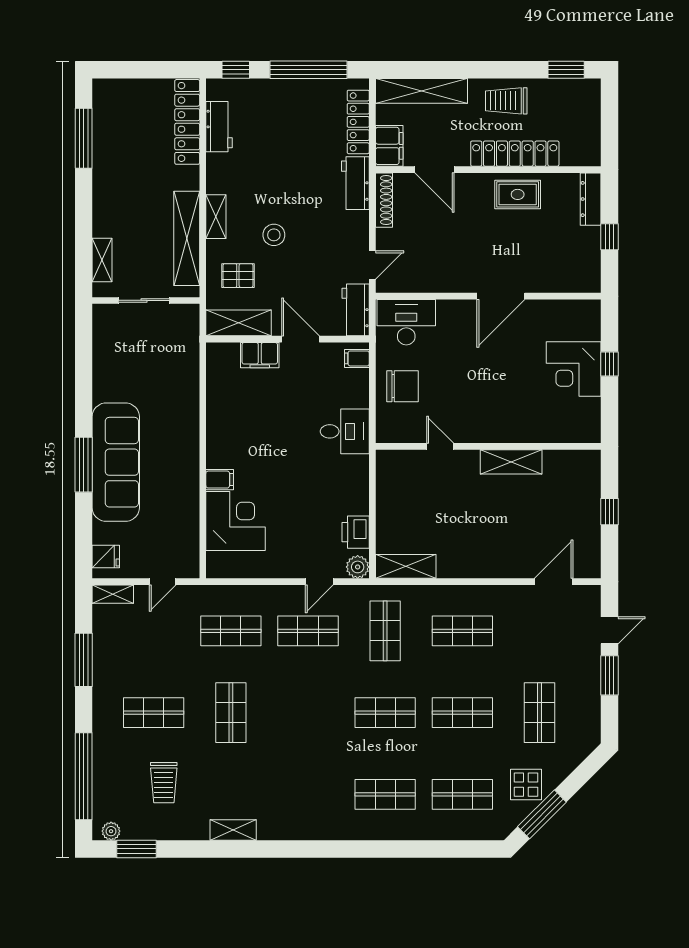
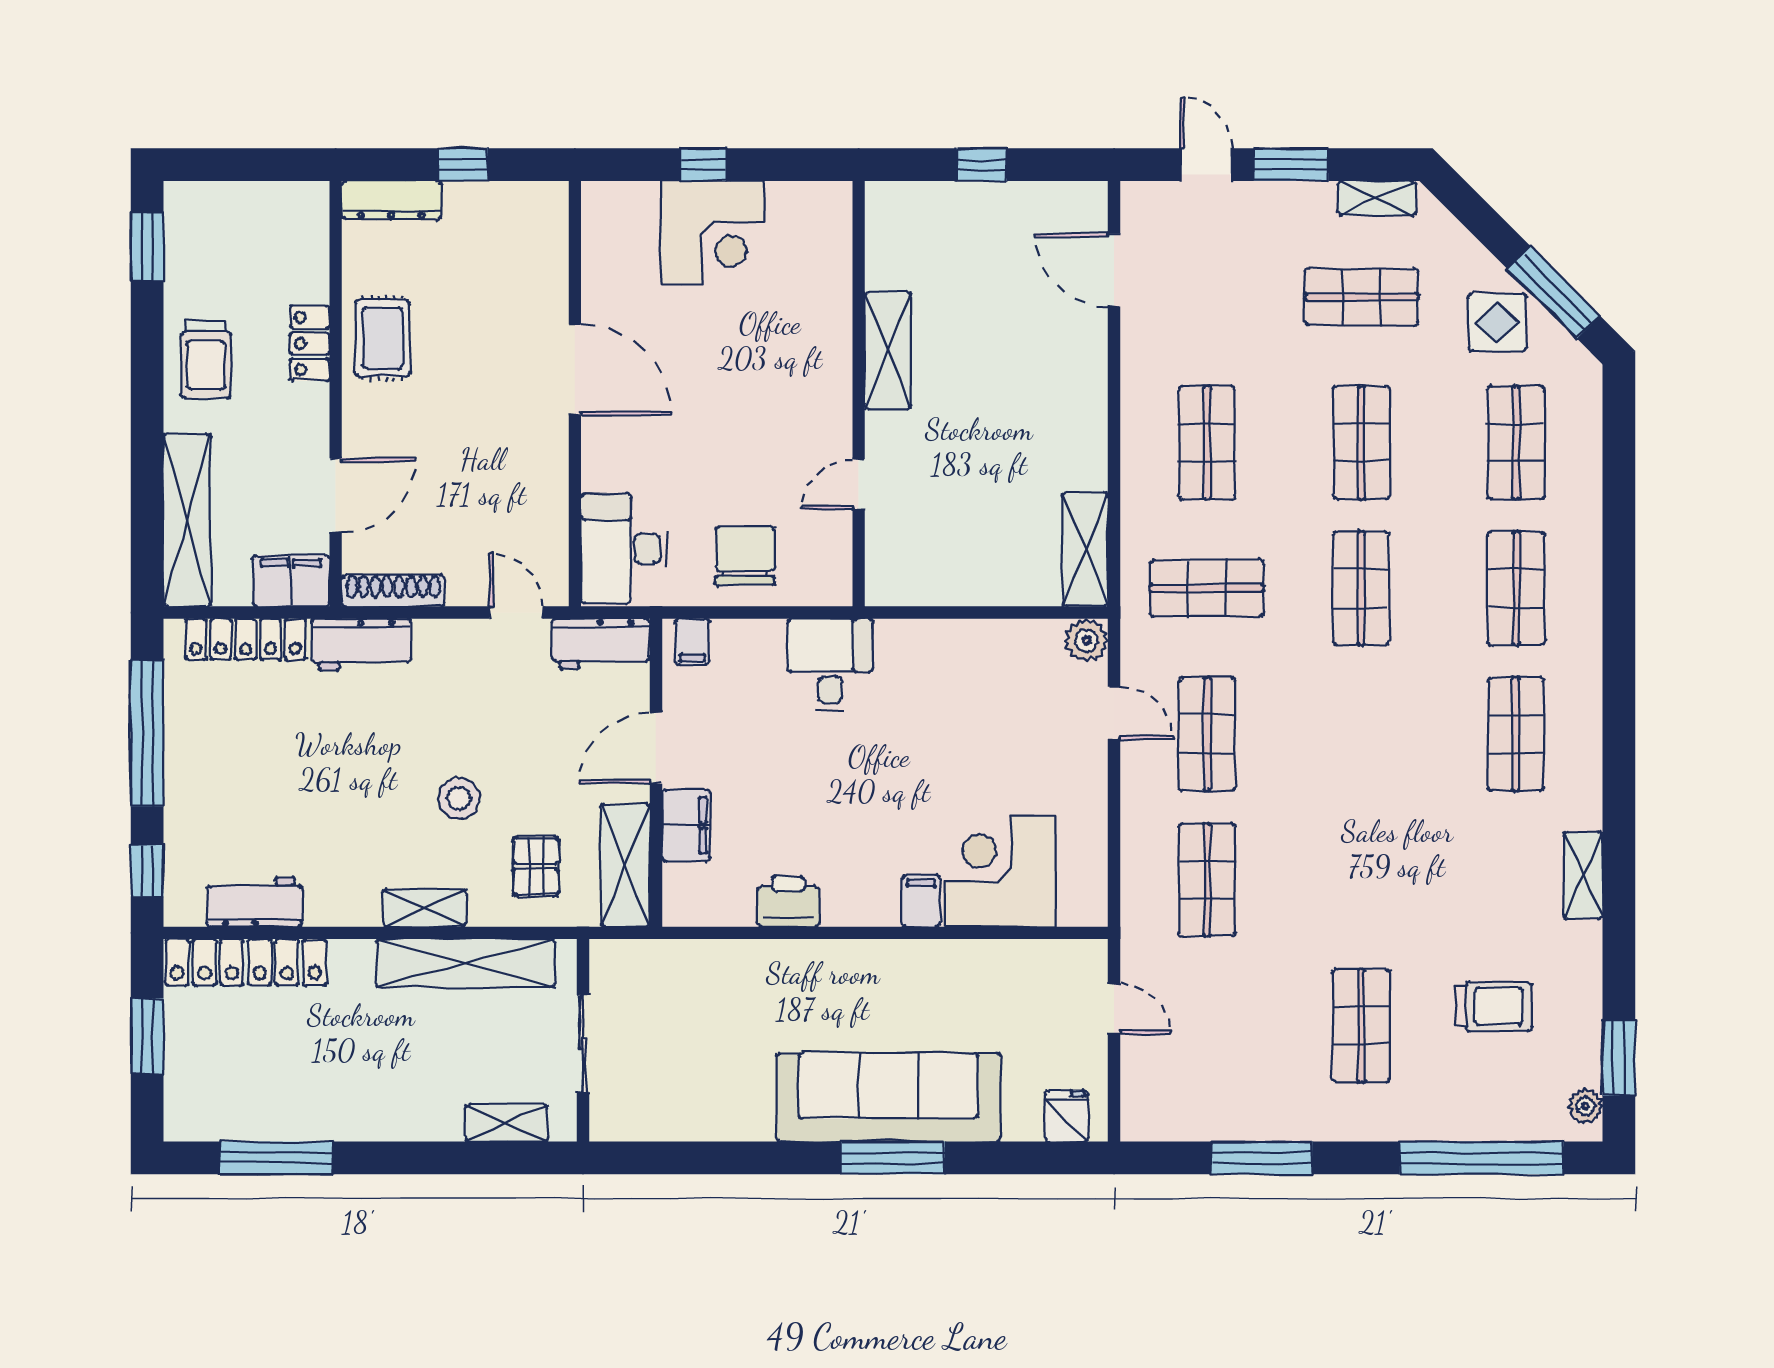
window: (148, 70) -> (147, 1036), added
locker: (515, 154) -> (310, 344), width x0.46, depth x0.83
printer: (356, 532) -> (788, 901), moved, turned 180
shelving: (113, 594) -> (1377, 198), moved, turned 90
shop shelf: (231, 713) -> (1516, 734), moved, turned 90

